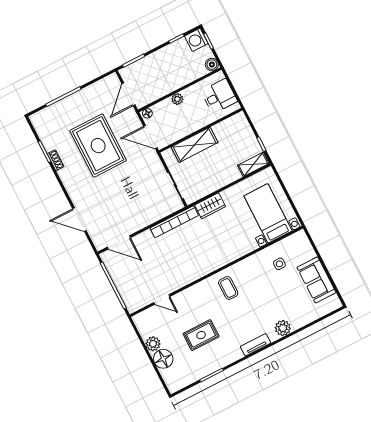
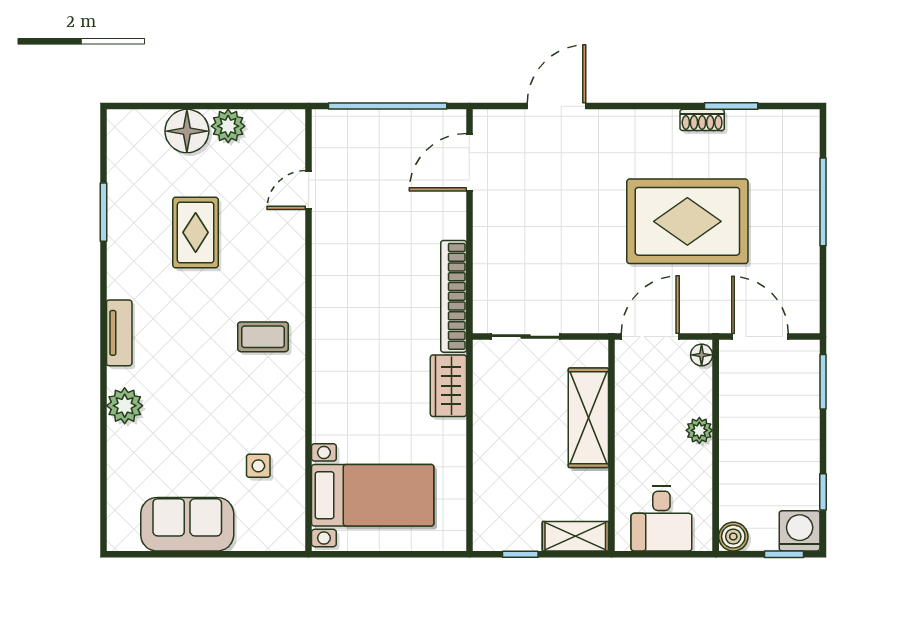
shelving: (253, 164) -> (575, 536), moved, turned 90

